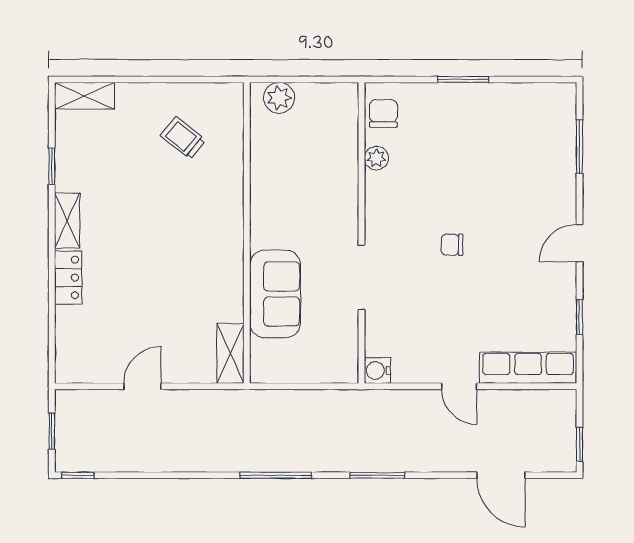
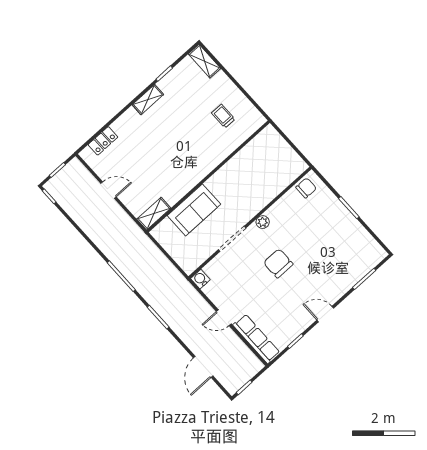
plant: (279, 98) -> (274, 140), removed
trolley: (183, 138) -> (223, 116), turned -39
plant: (376, 158) -> (263, 222), moved
chair: (452, 245) -> (278, 263), width x1.87, depth x1.87
locker: (68, 277) -> (103, 141), moved
door: (459, 386) -> (224, 318), hinge flipped

